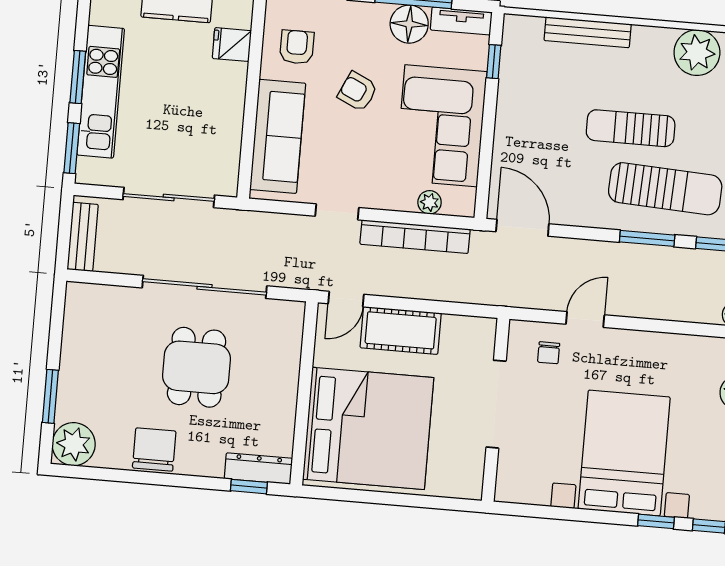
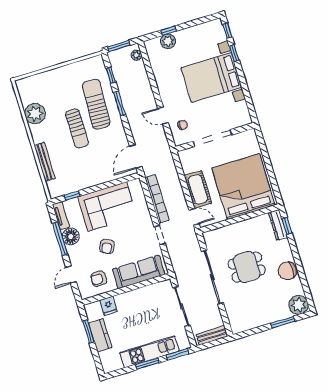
plant: (430, 202) -> (141, 199), removed

